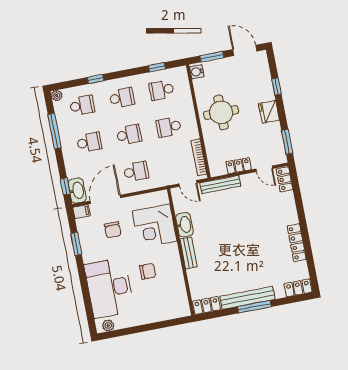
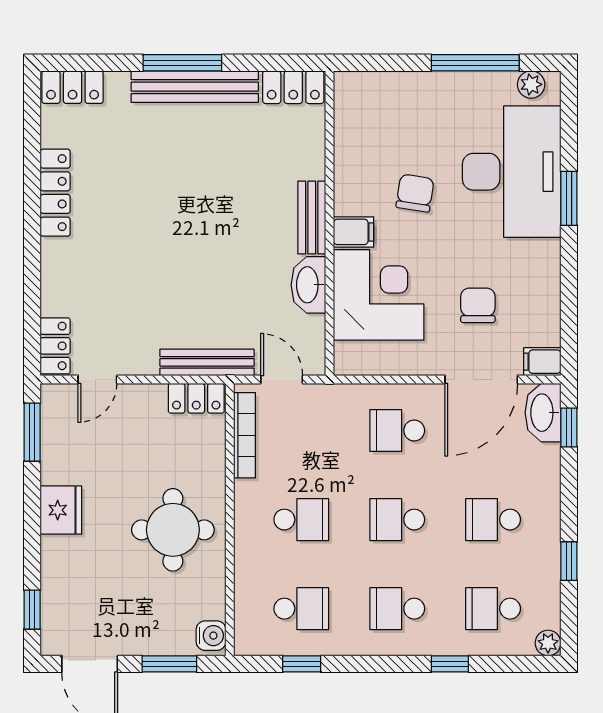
window: (276, 86) -> (32, 610), moved
window: (55, 131) -> (569, 561), width x0.46
locker: (239, 166) -> (196, 398), moved
door: (264, 169) -> (97, 379), swing flipped
window: (76, 244) -> (569, 198), moved
filing cabinet: (170, 250) -> (354, 232), added
chair: (148, 271) -> (415, 193), turned 99
window: (133, 330) -> (475, 63), added

